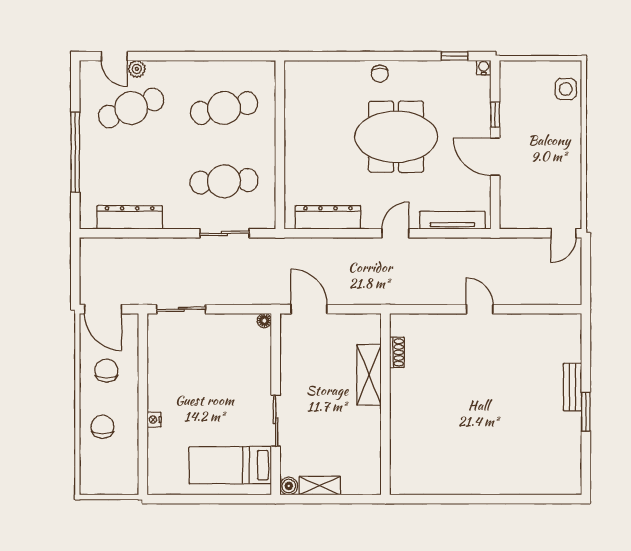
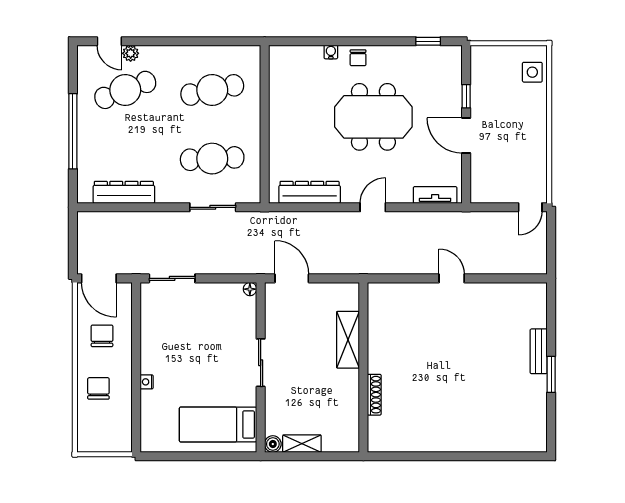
water cooler: (484, 68) -> (331, 52), moved
tv unit: (452, 220) -> (435, 195), width x0.71
shoe rack: (397, 352) -> (374, 395), moved, width x1.43
sliding door: (276, 421) -> (261, 363), moved

